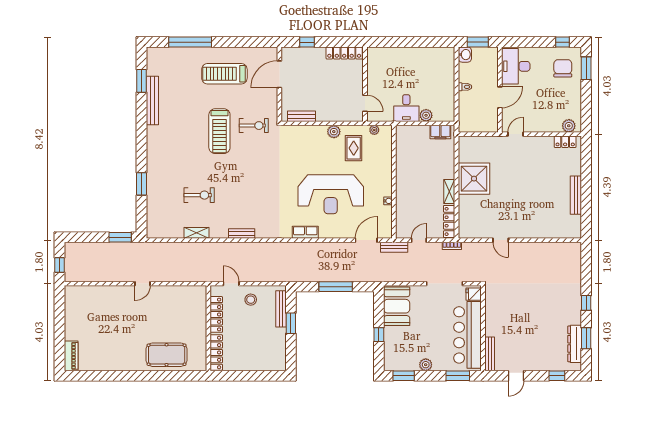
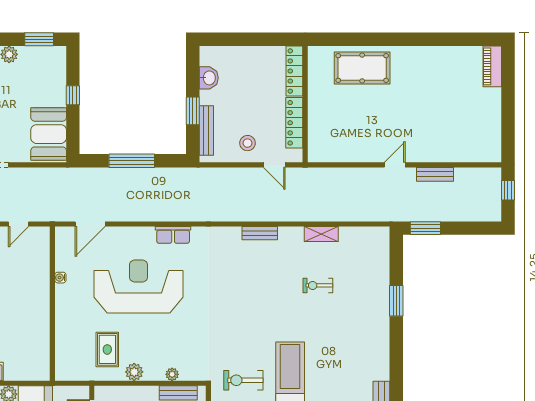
plant: (374, 130) -> (172, 374), moved
exercise bike: (199, 195) -> (318, 285), width x0.73, depth x0.72
bench: (394, 247) -> (435, 174), moved
washbasin: (279, 347) -> (209, 78), added

